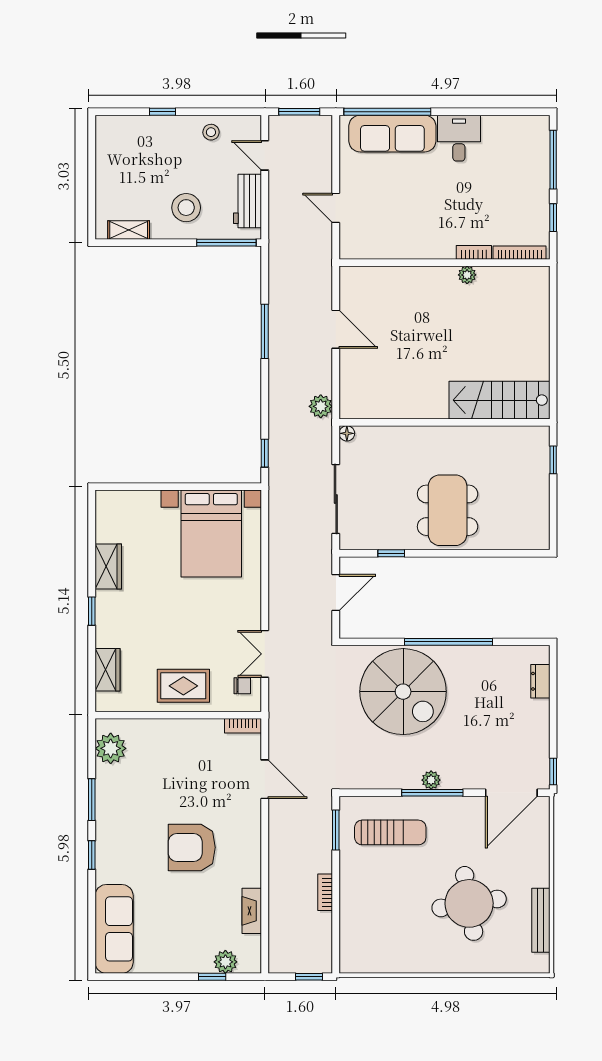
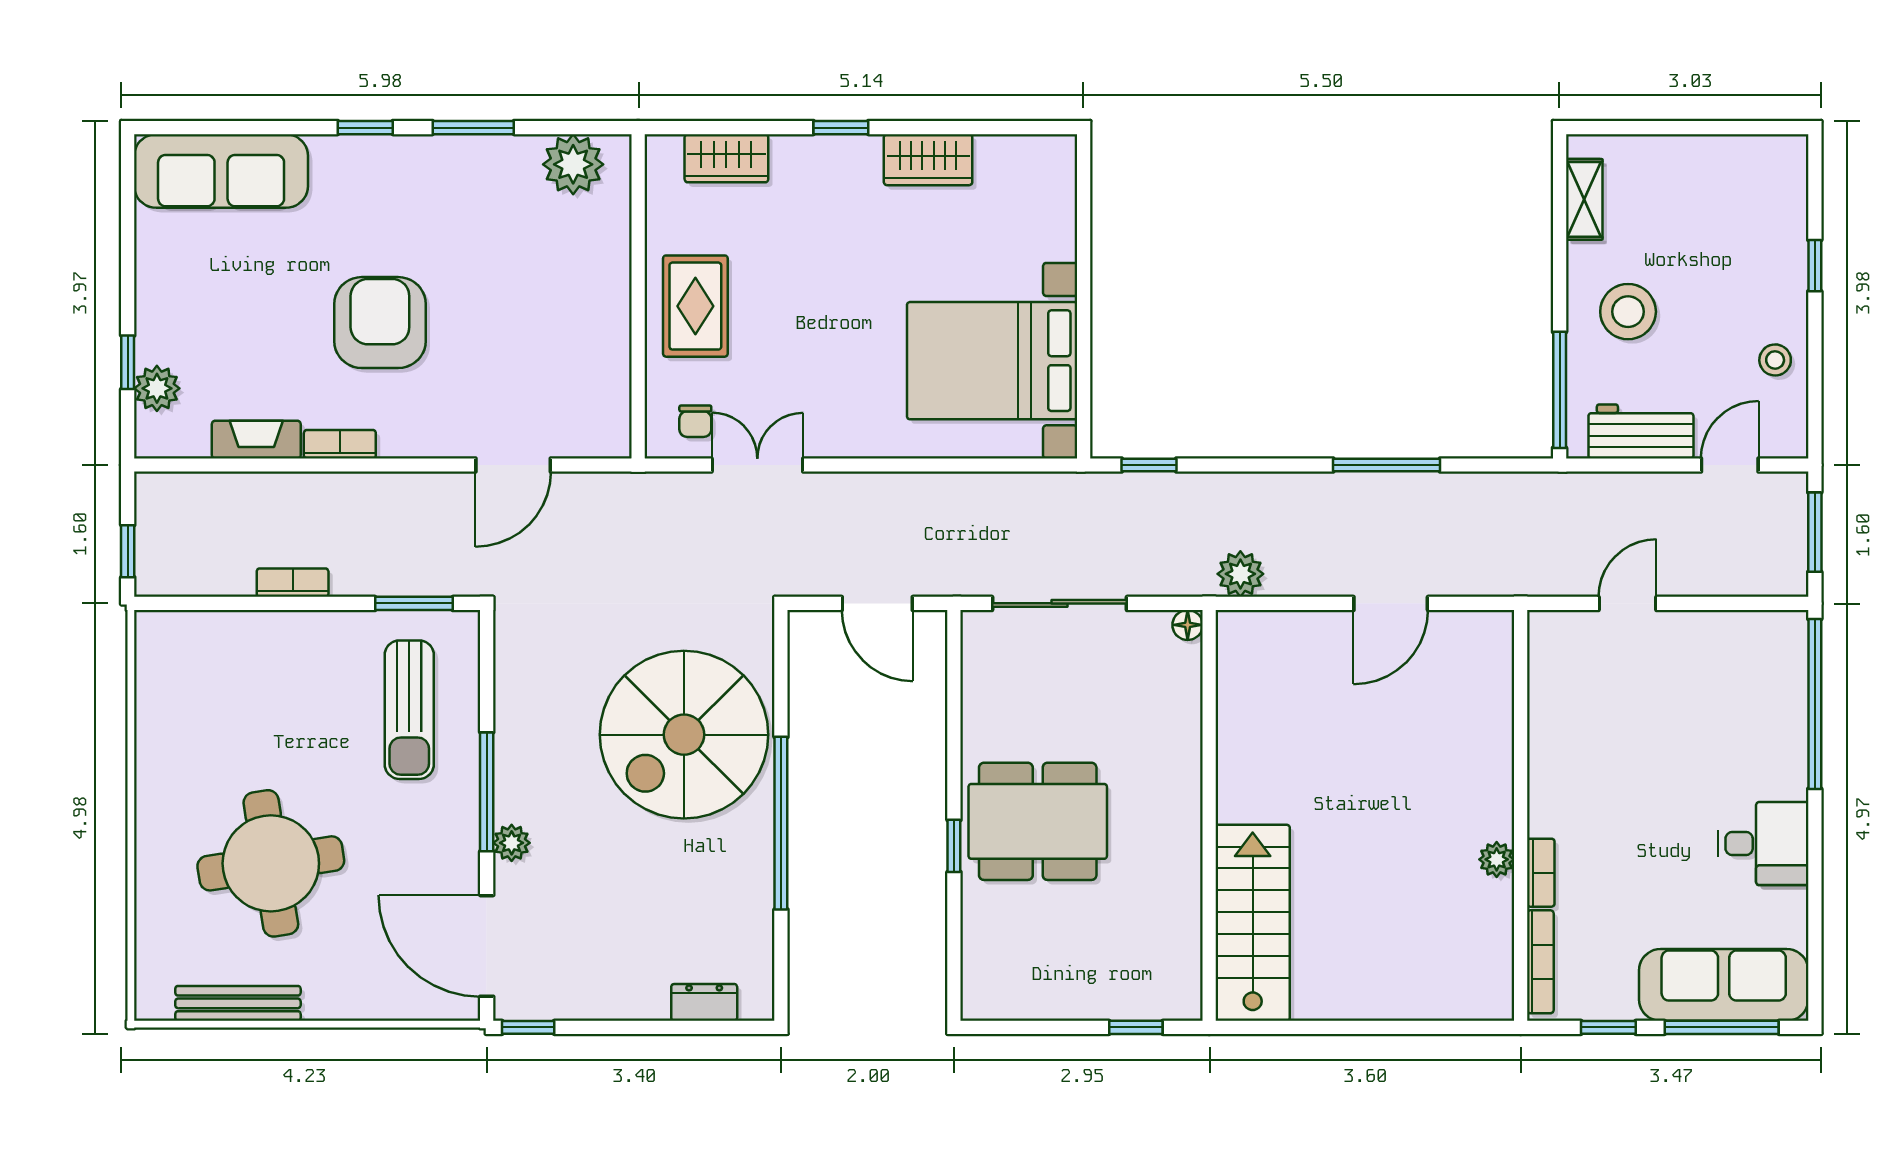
sofa: (392, 134) -> (1724, 985), moved, turned 90
window: (391, 553) -> (954, 846), moved
bookcase: (243, 726) -> (340, 444), moved, turned 90
plant: (431, 780) -> (512, 843), moved

